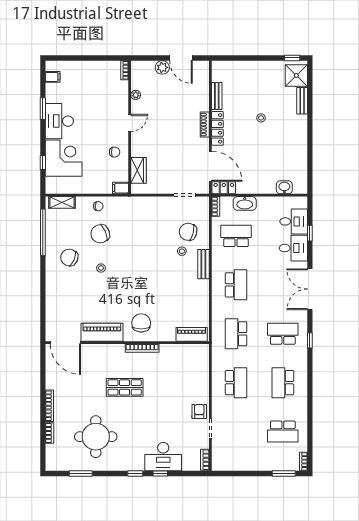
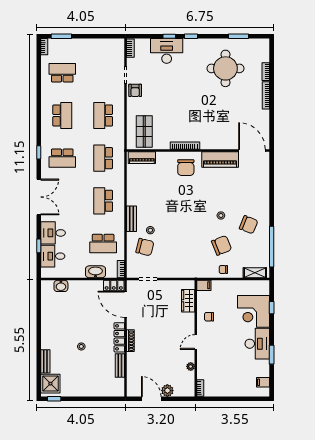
school desk: (236, 334) -> (103, 158), turned 180
shop shelf: (125, 387) -> (144, 131), moved, turned 90

